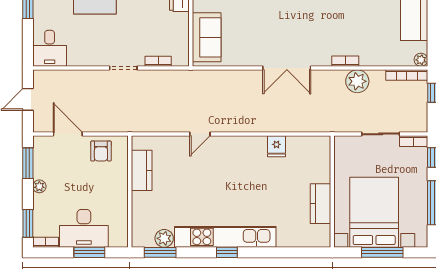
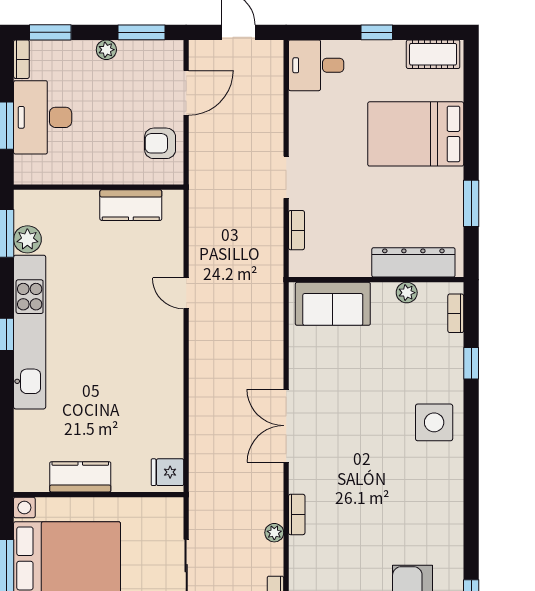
plant: (357, 81) -> (274, 533), width x0.53, depth x0.53
fridge: (276, 146) -> (167, 472), moved

